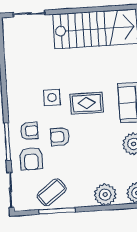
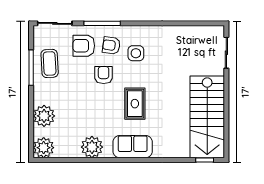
side table: (52, 98) -> (136, 53), moved
armchair: (29, 131) -> (111, 45), turned 98
coffee table: (52, 192) -> (50, 63), turned 34

